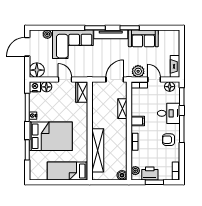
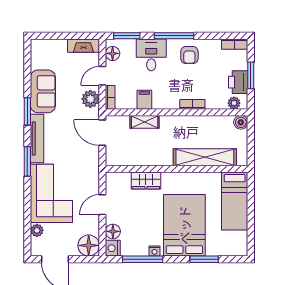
wardrobe: (82, 92) -> (146, 181), moved
filing cabinet: (138, 121) -> (144, 100), moved

